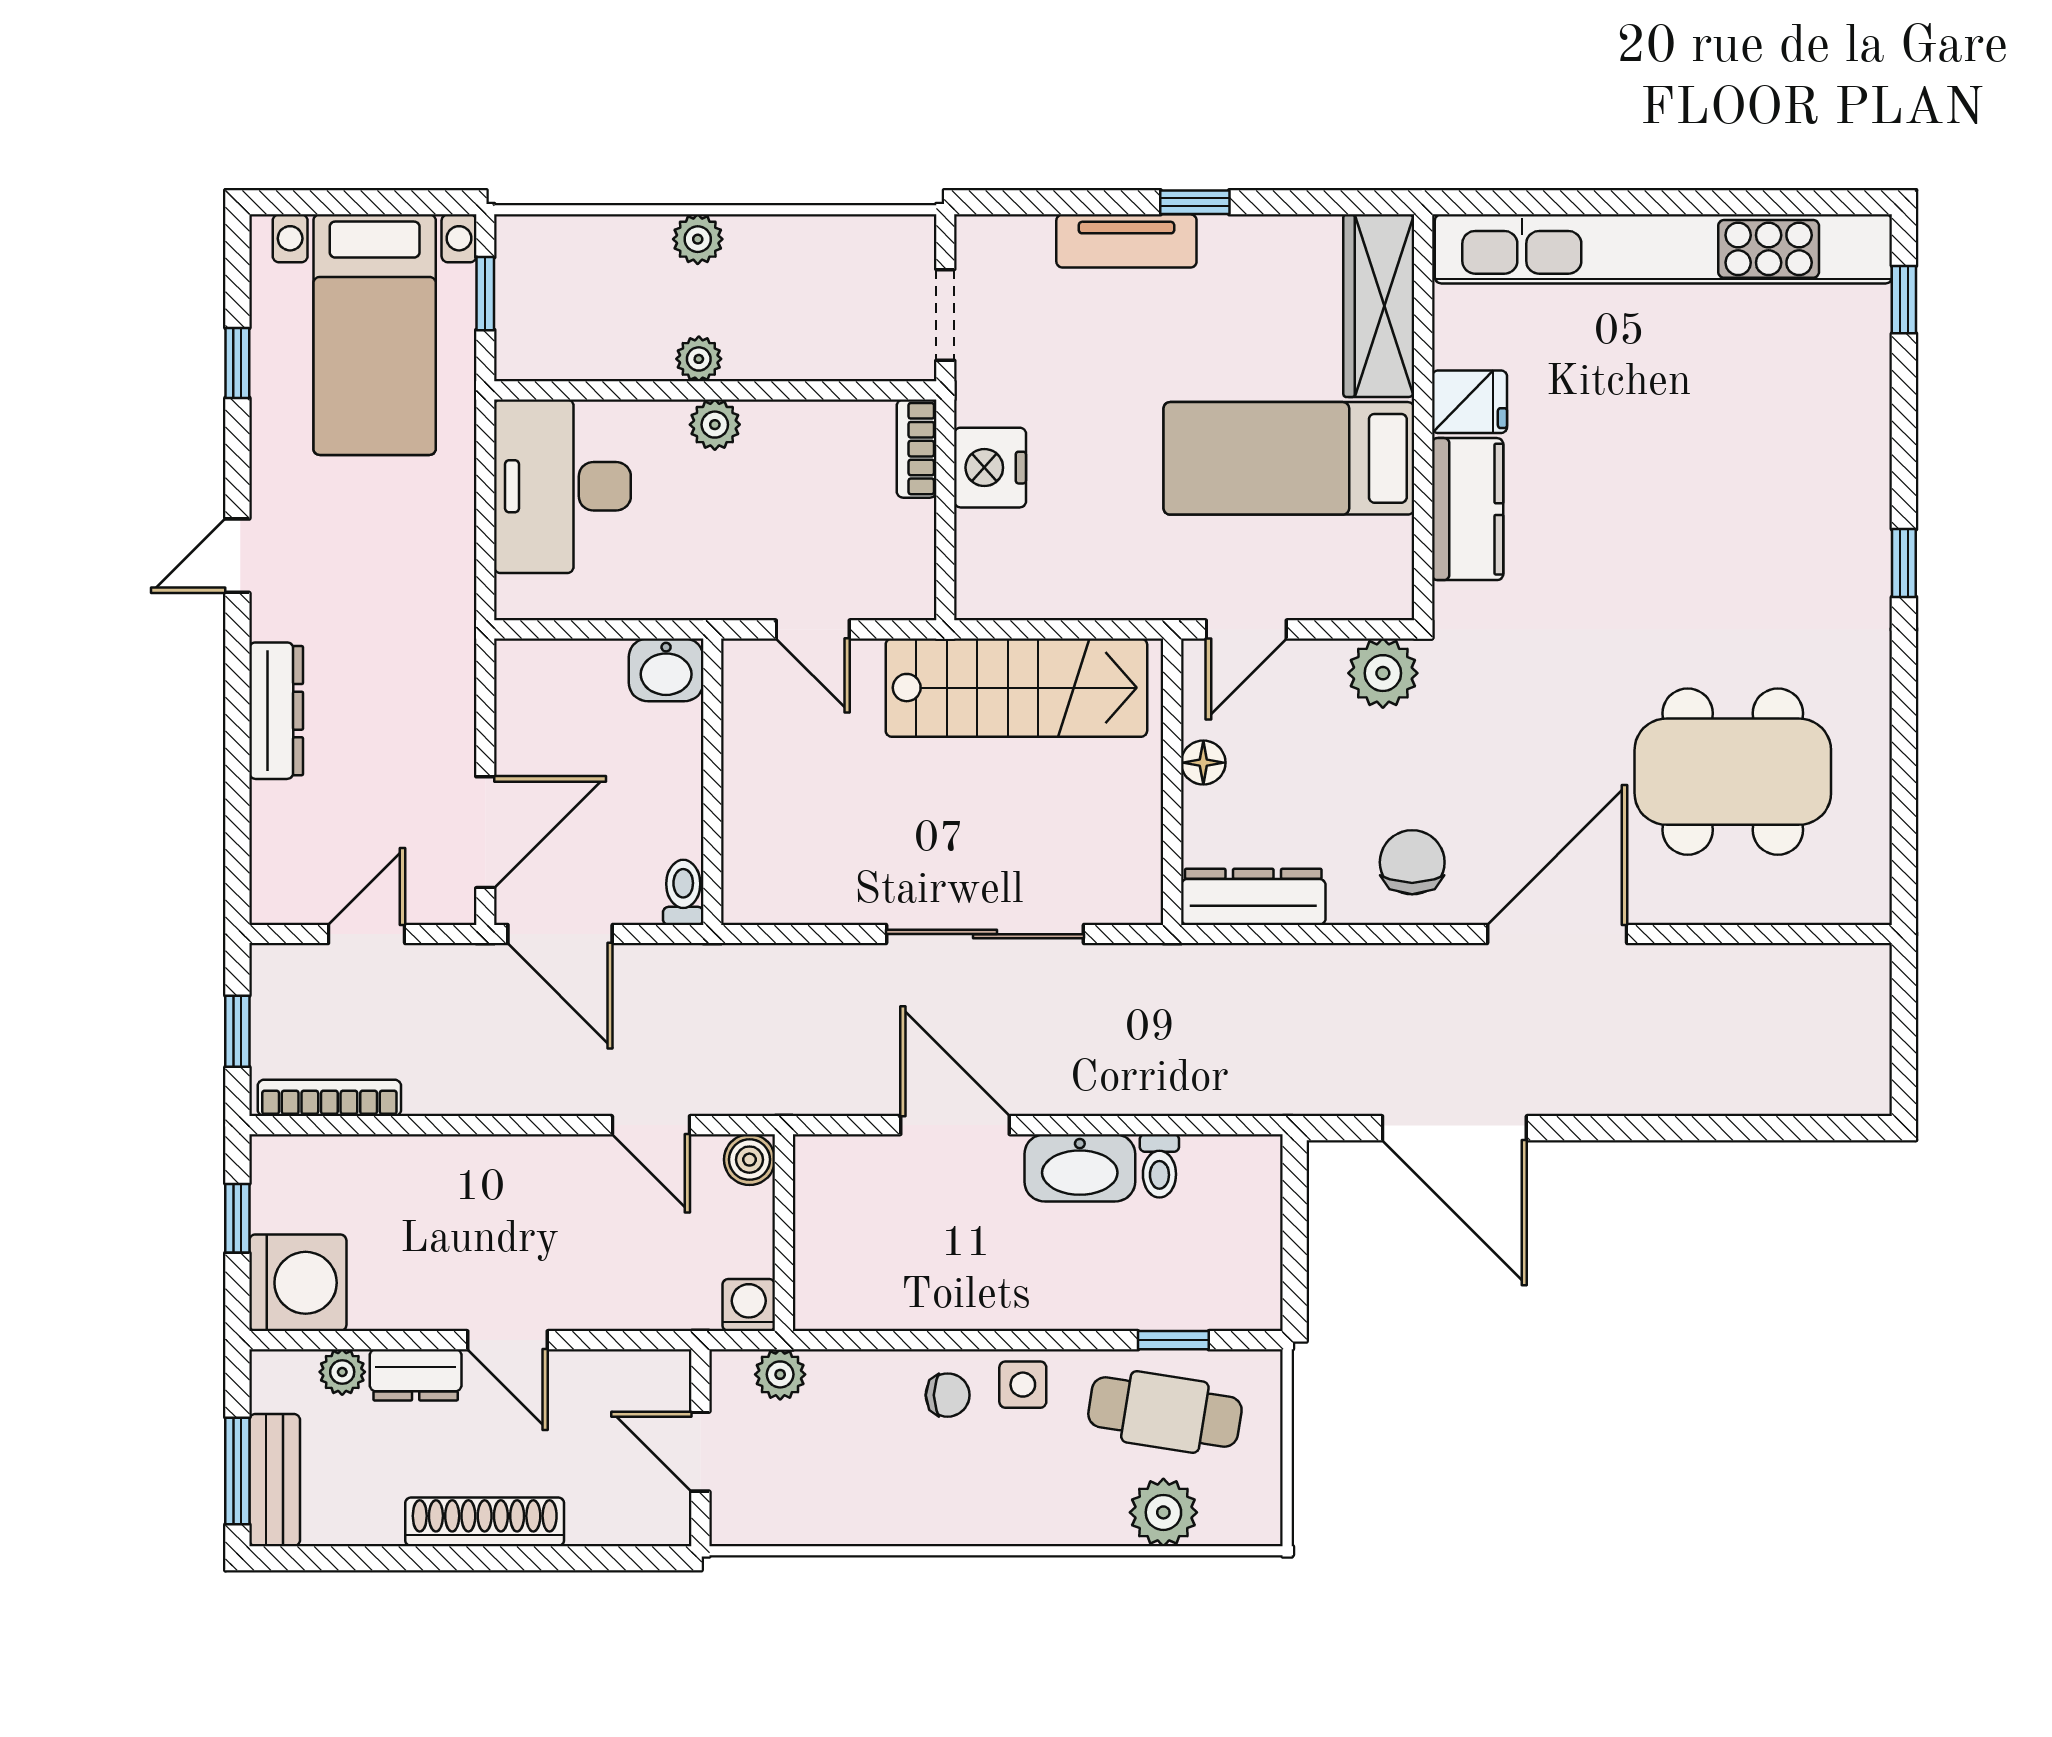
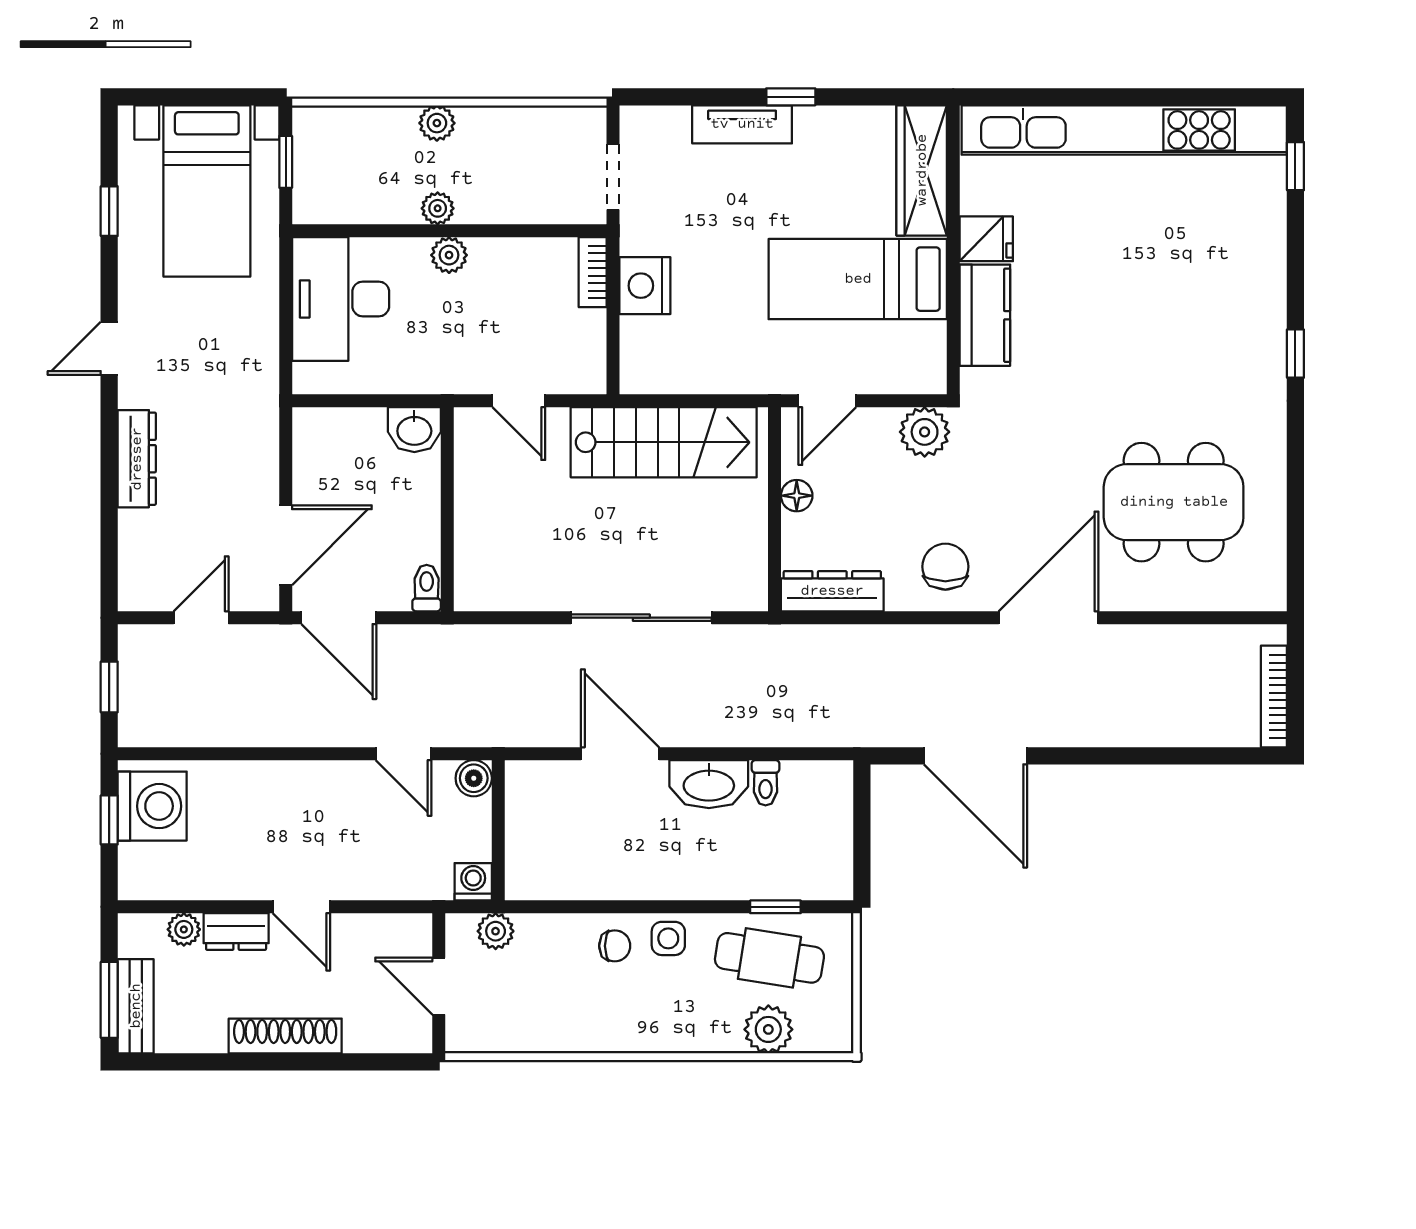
bookcase: (329, 1098) -> (1274, 696), moved, turned -90
washing machine: (298, 1283) -> (152, 806), moved

